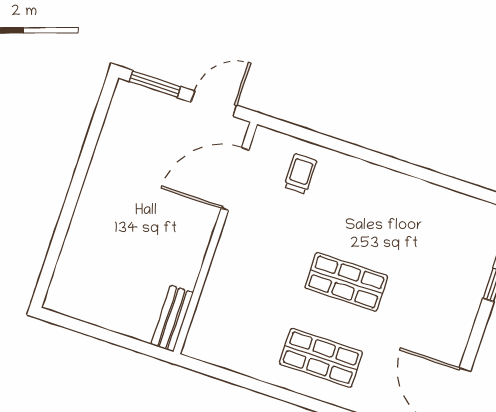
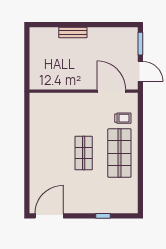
bench: (172, 318) -> (73, 32), moved
shop shelf: (321, 358) -> (119, 153), moved, width x1.43, depth x1.36

